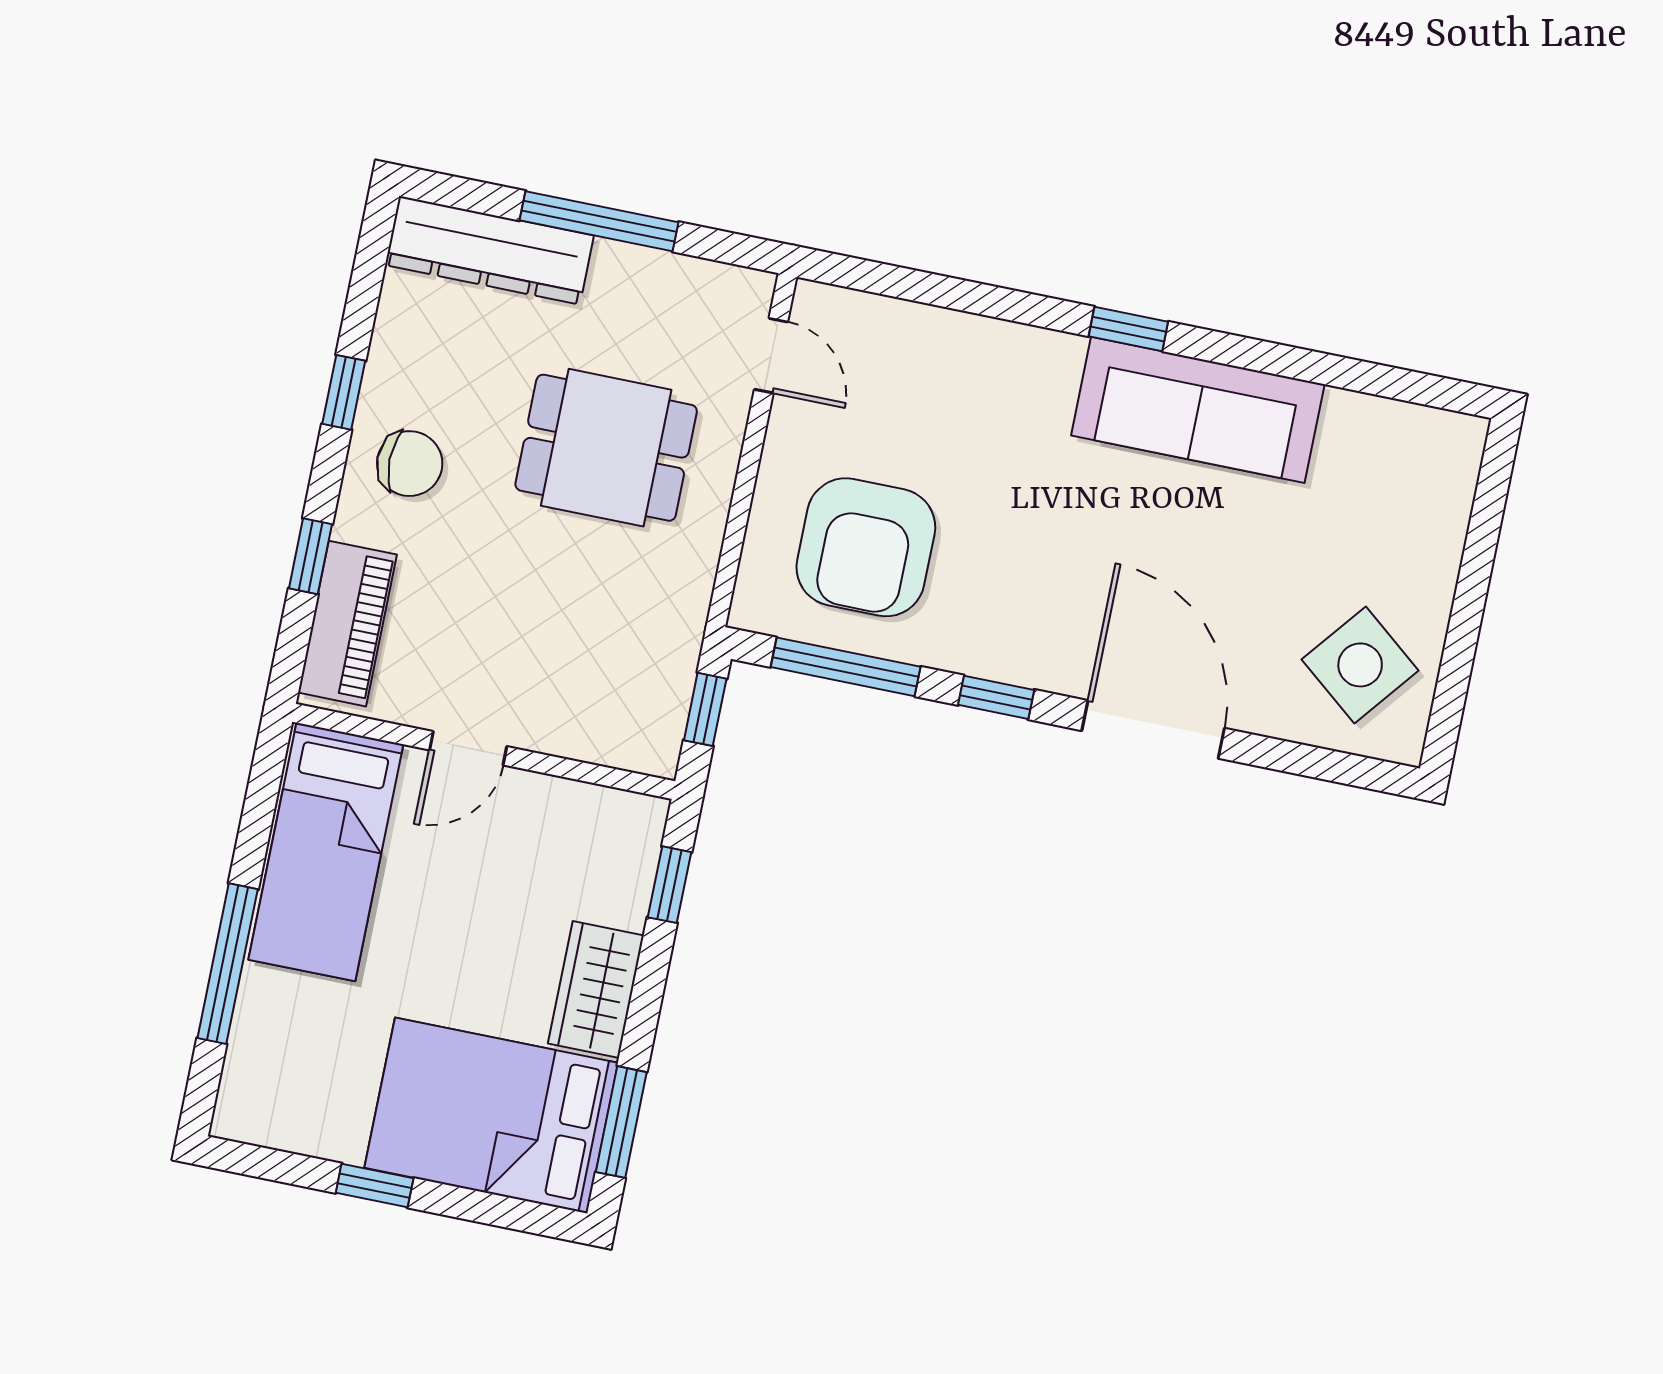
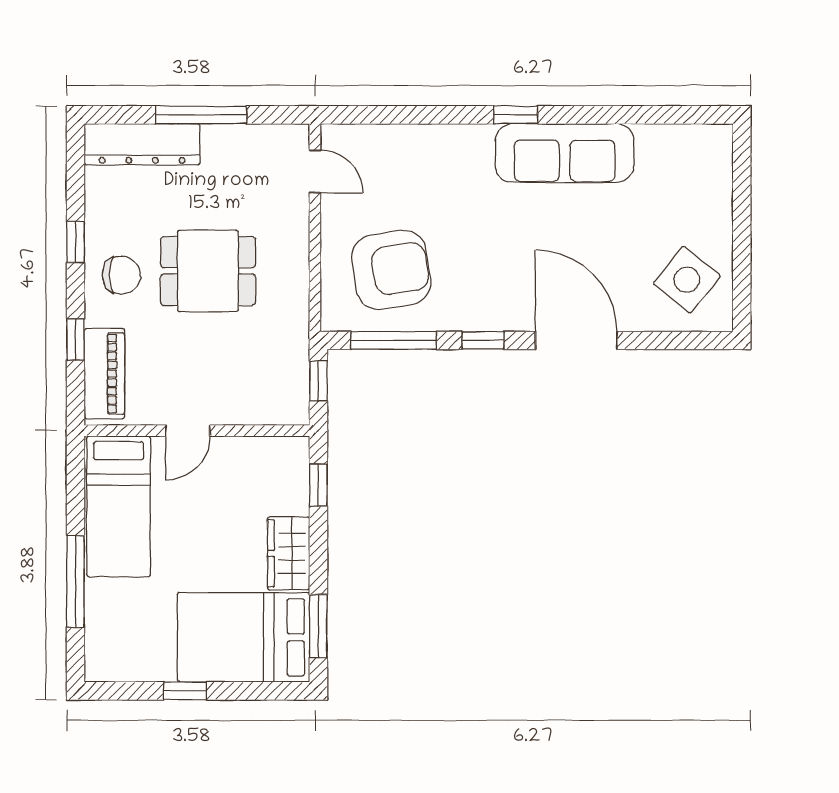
dining table: (606, 448) -> (208, 271), moved
armchair: (866, 547) -> (391, 270), turned -99

